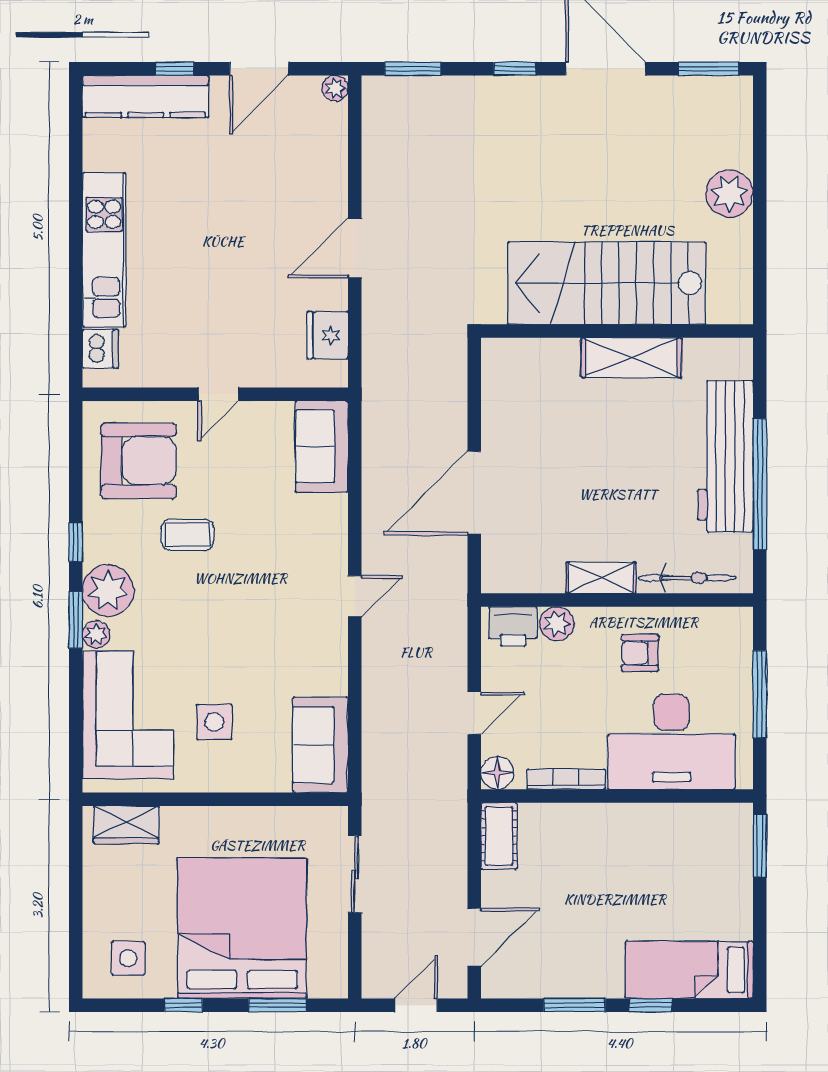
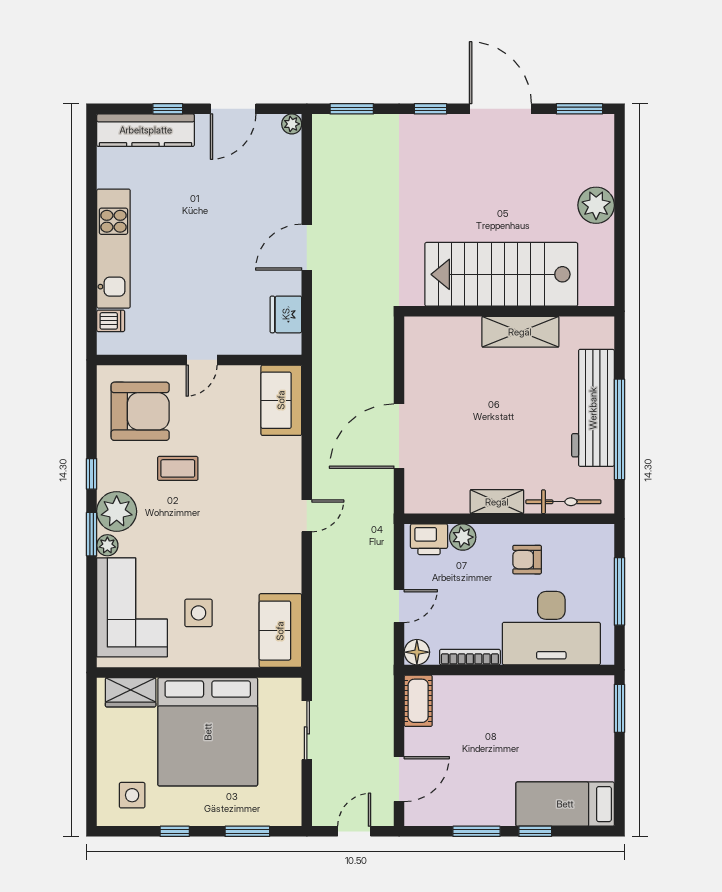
dishwasher: (100, 349) -> (111, 321), width x0.73
bed: (242, 928) -> (208, 732), moved, turned 180

